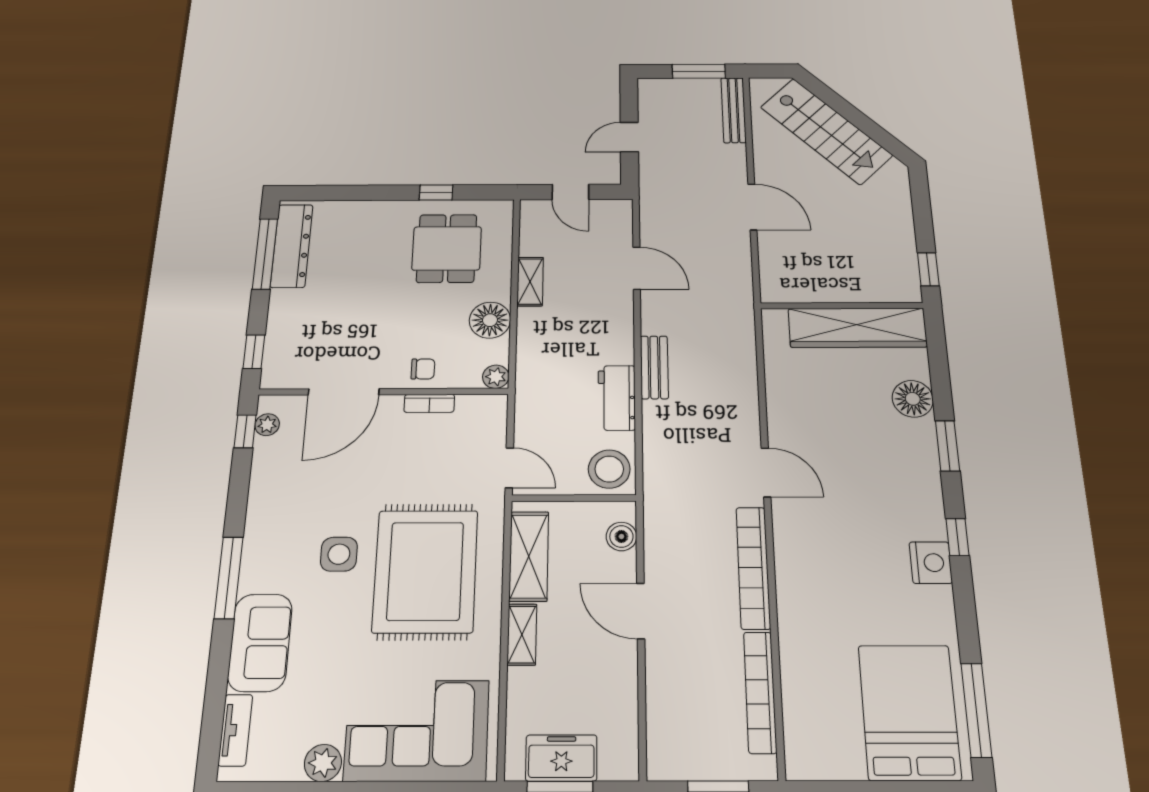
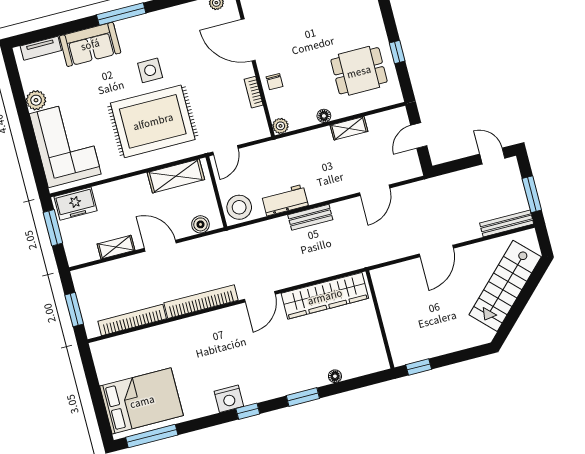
door: (629, 137) -> (492, 156), moved
floor lamp: (490, 320) -> (324, 116), width x0.53, depth x0.53
wardrobe: (857, 328) -> (325, 296), moved, turned -90
floor lamp: (913, 399) -> (335, 376), width x0.53, depth x0.53
door: (641, 611) -> (160, 246), hinge flipped
shelving: (522, 634) -> (116, 247), moved
freezer: (561, 758) -> (75, 204), moved, turned 90

